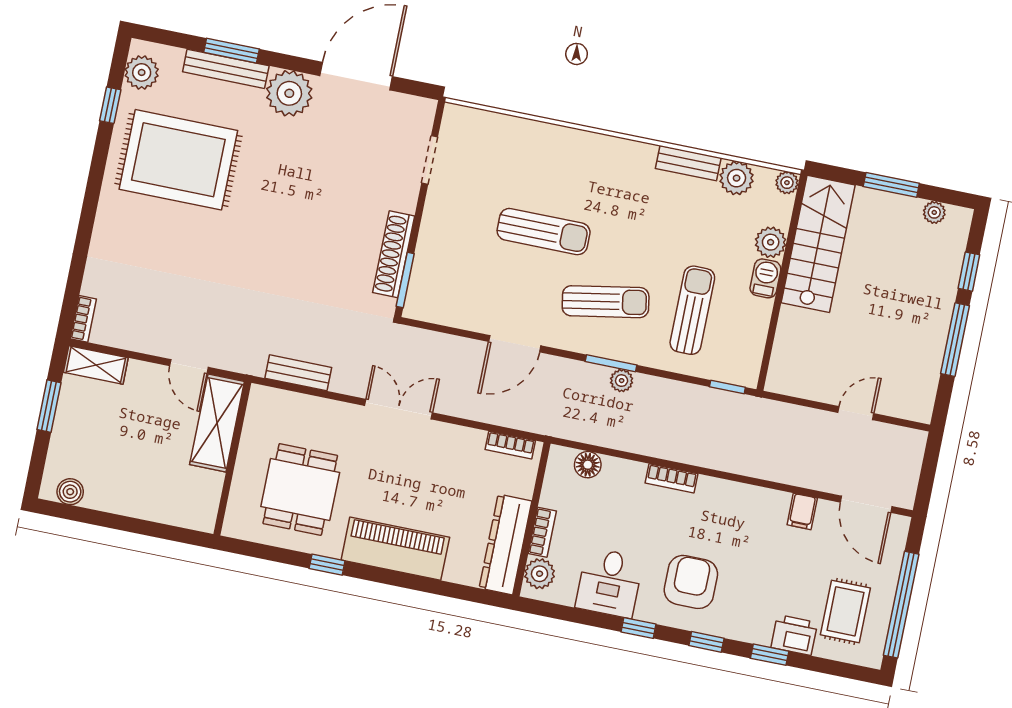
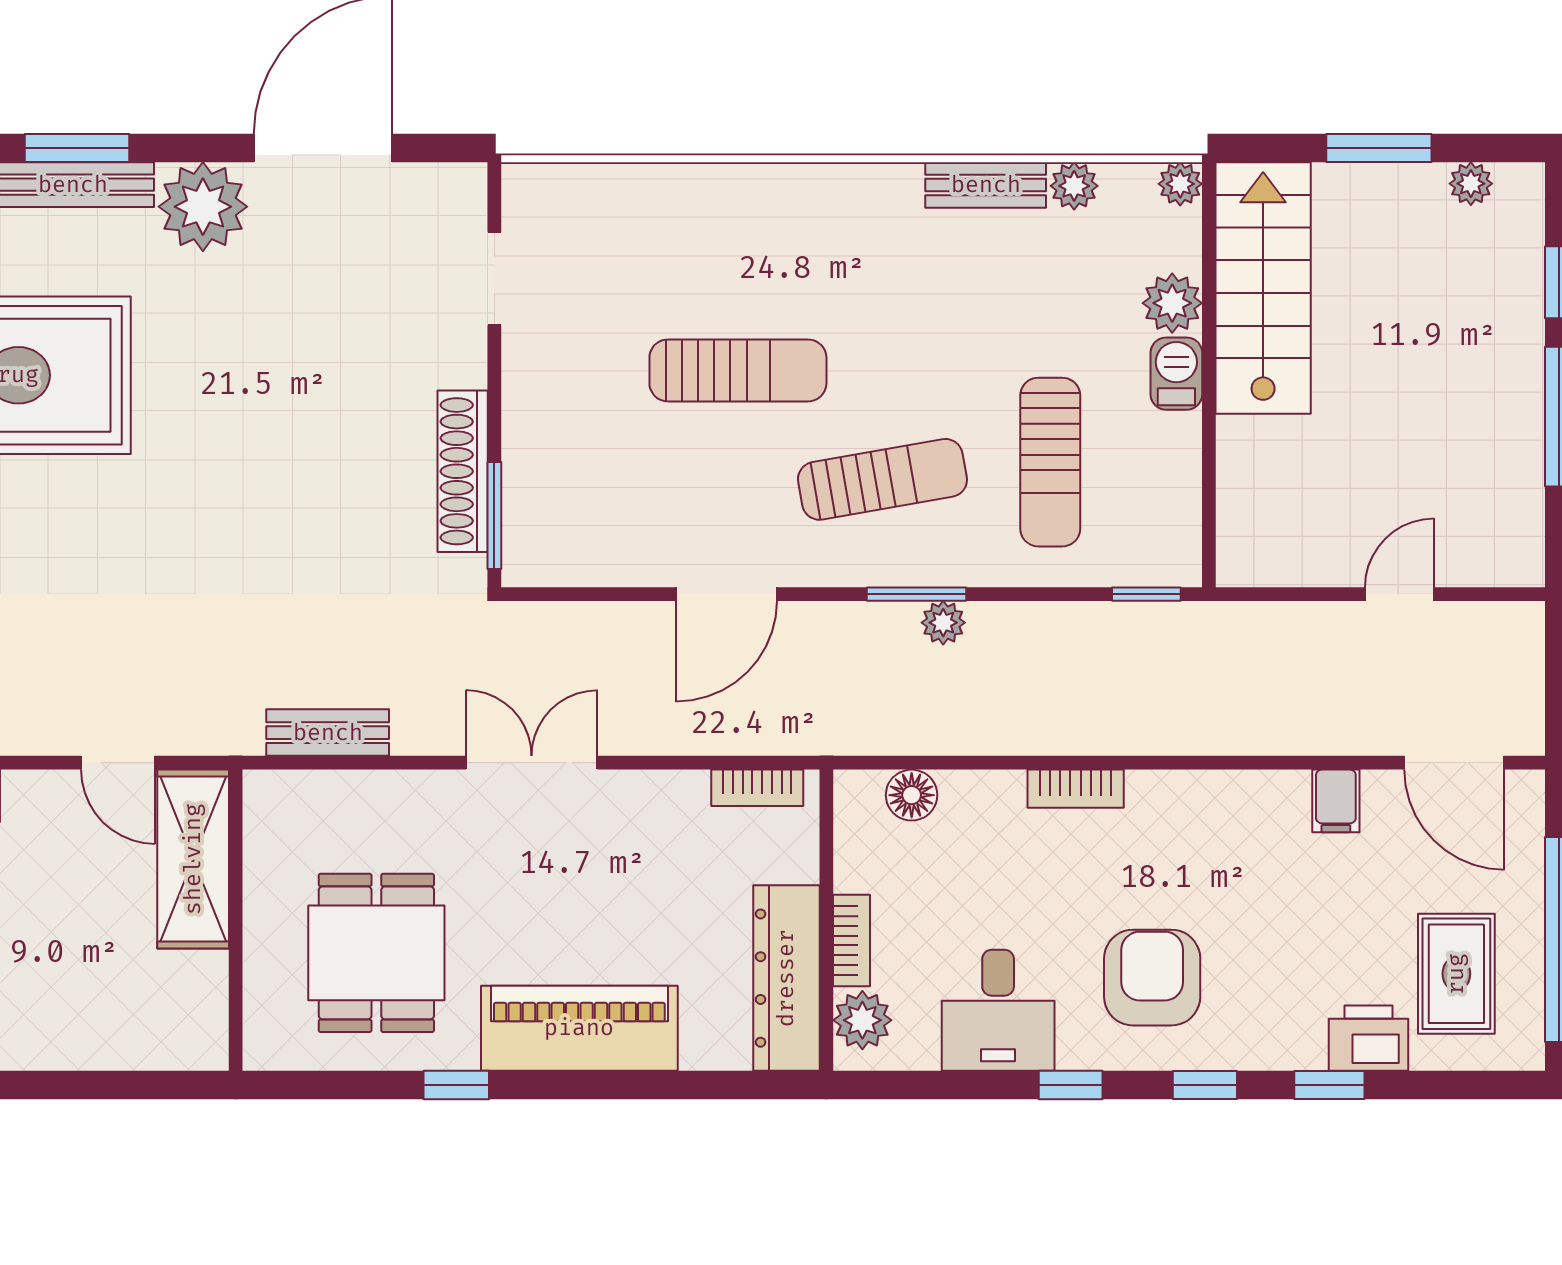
plant: (737, 178) -> (1074, 186), width x0.73, depth x0.73
sun lounger: (692, 310) -> (1050, 462), turned 180

